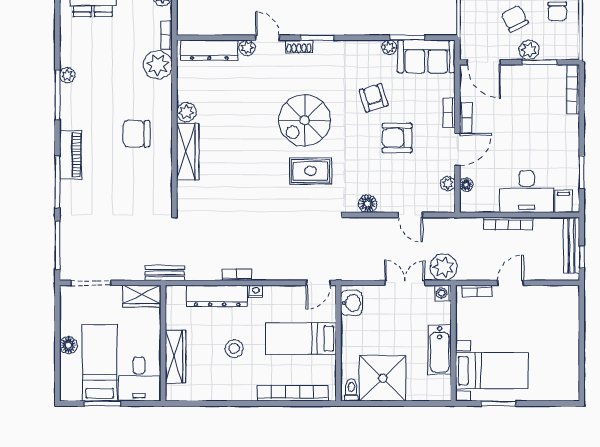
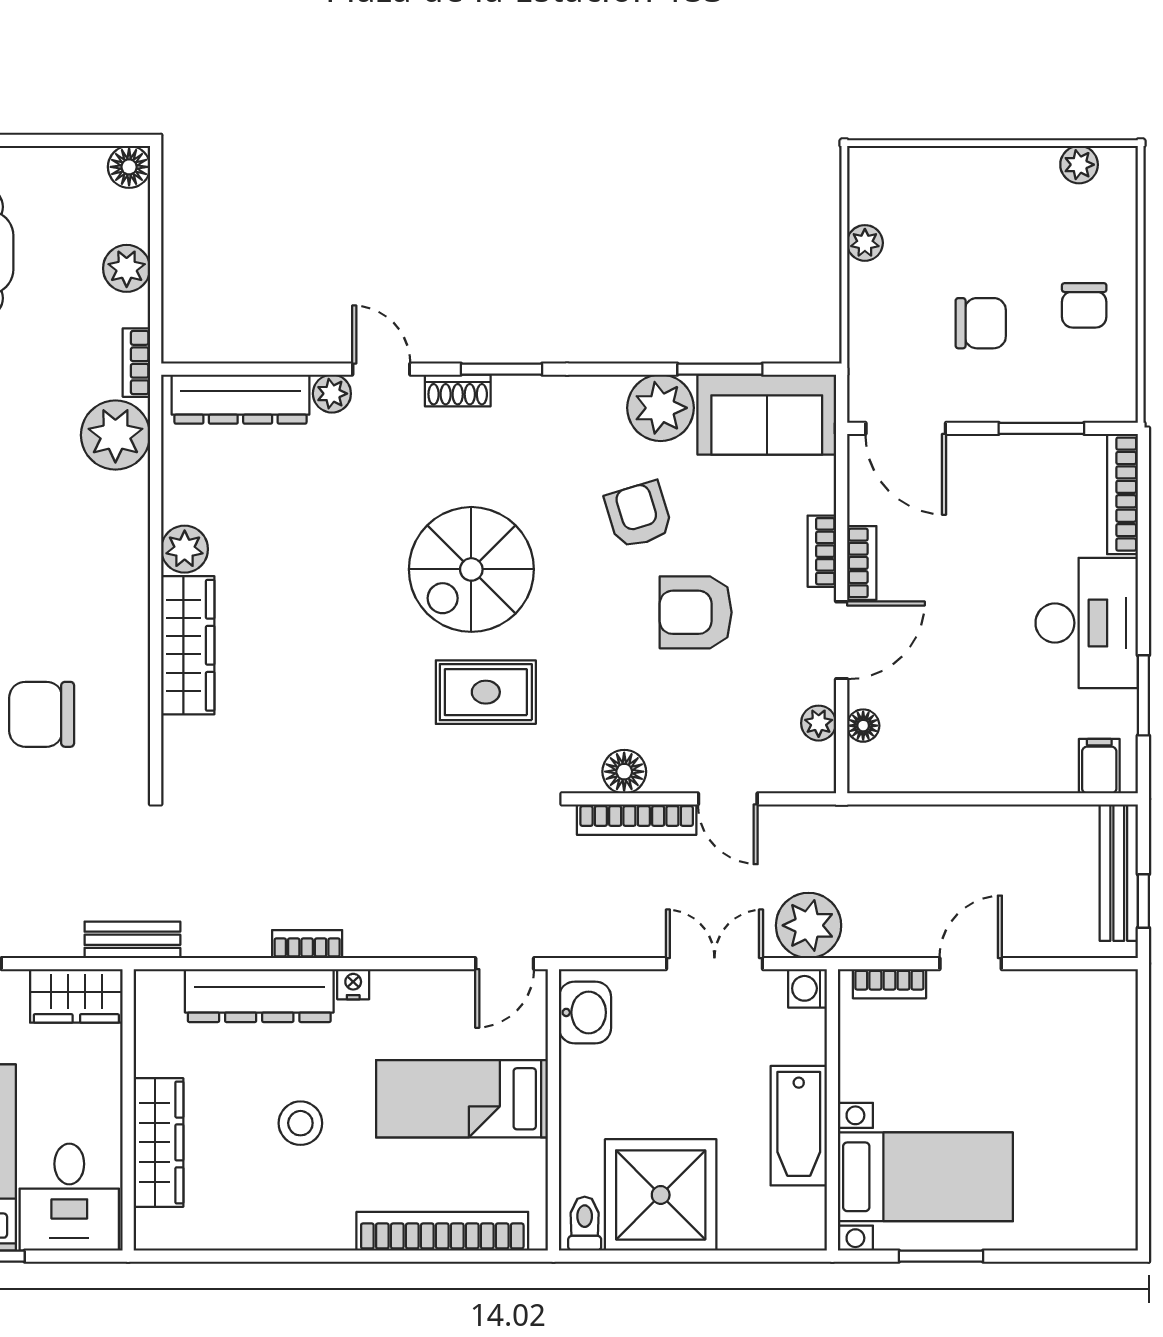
chair: (515, 19) -> (981, 323), turned 117
plant: (389, 47) -> (661, 408), width x1.88, depth x1.88
plant: (529, 50) -> (1016, 399), removed
chair: (136, 134) -> (42, 714), moved
desk: (527, 192) -> (1087, 623), moved, turned -90
bookcase: (508, 224) -> (637, 820), moved

